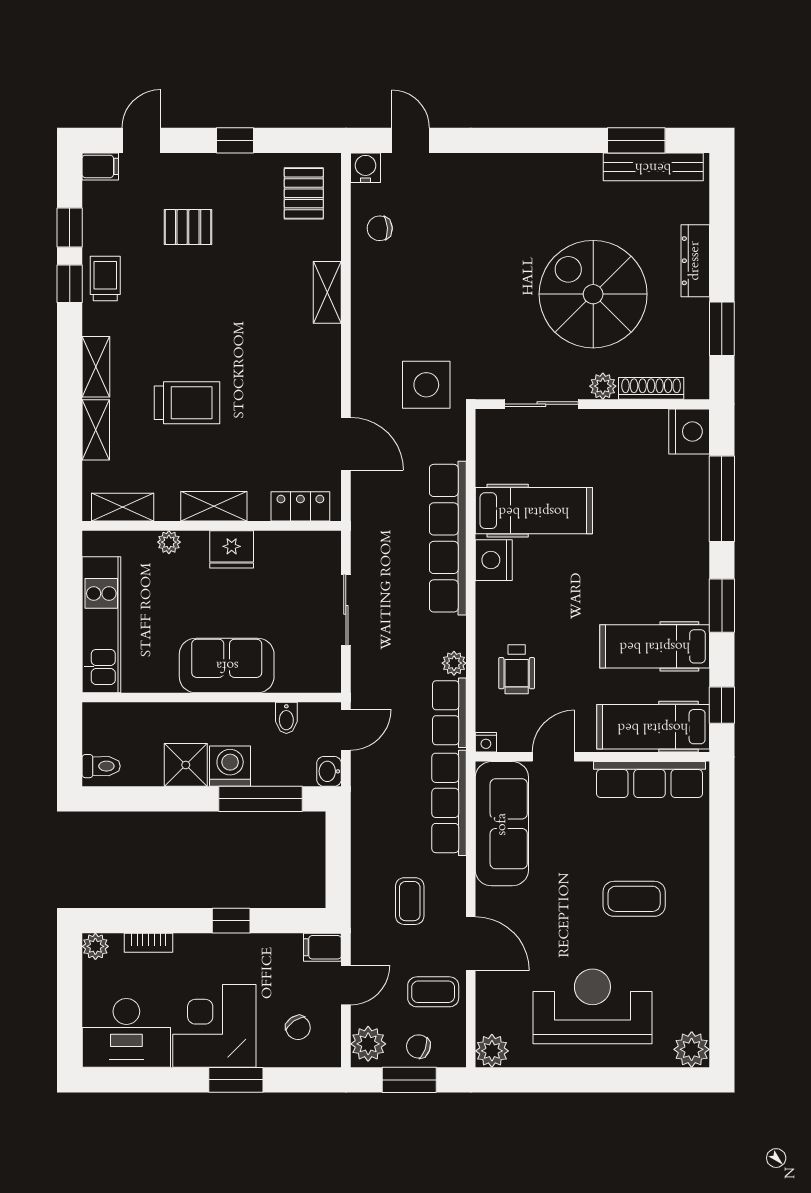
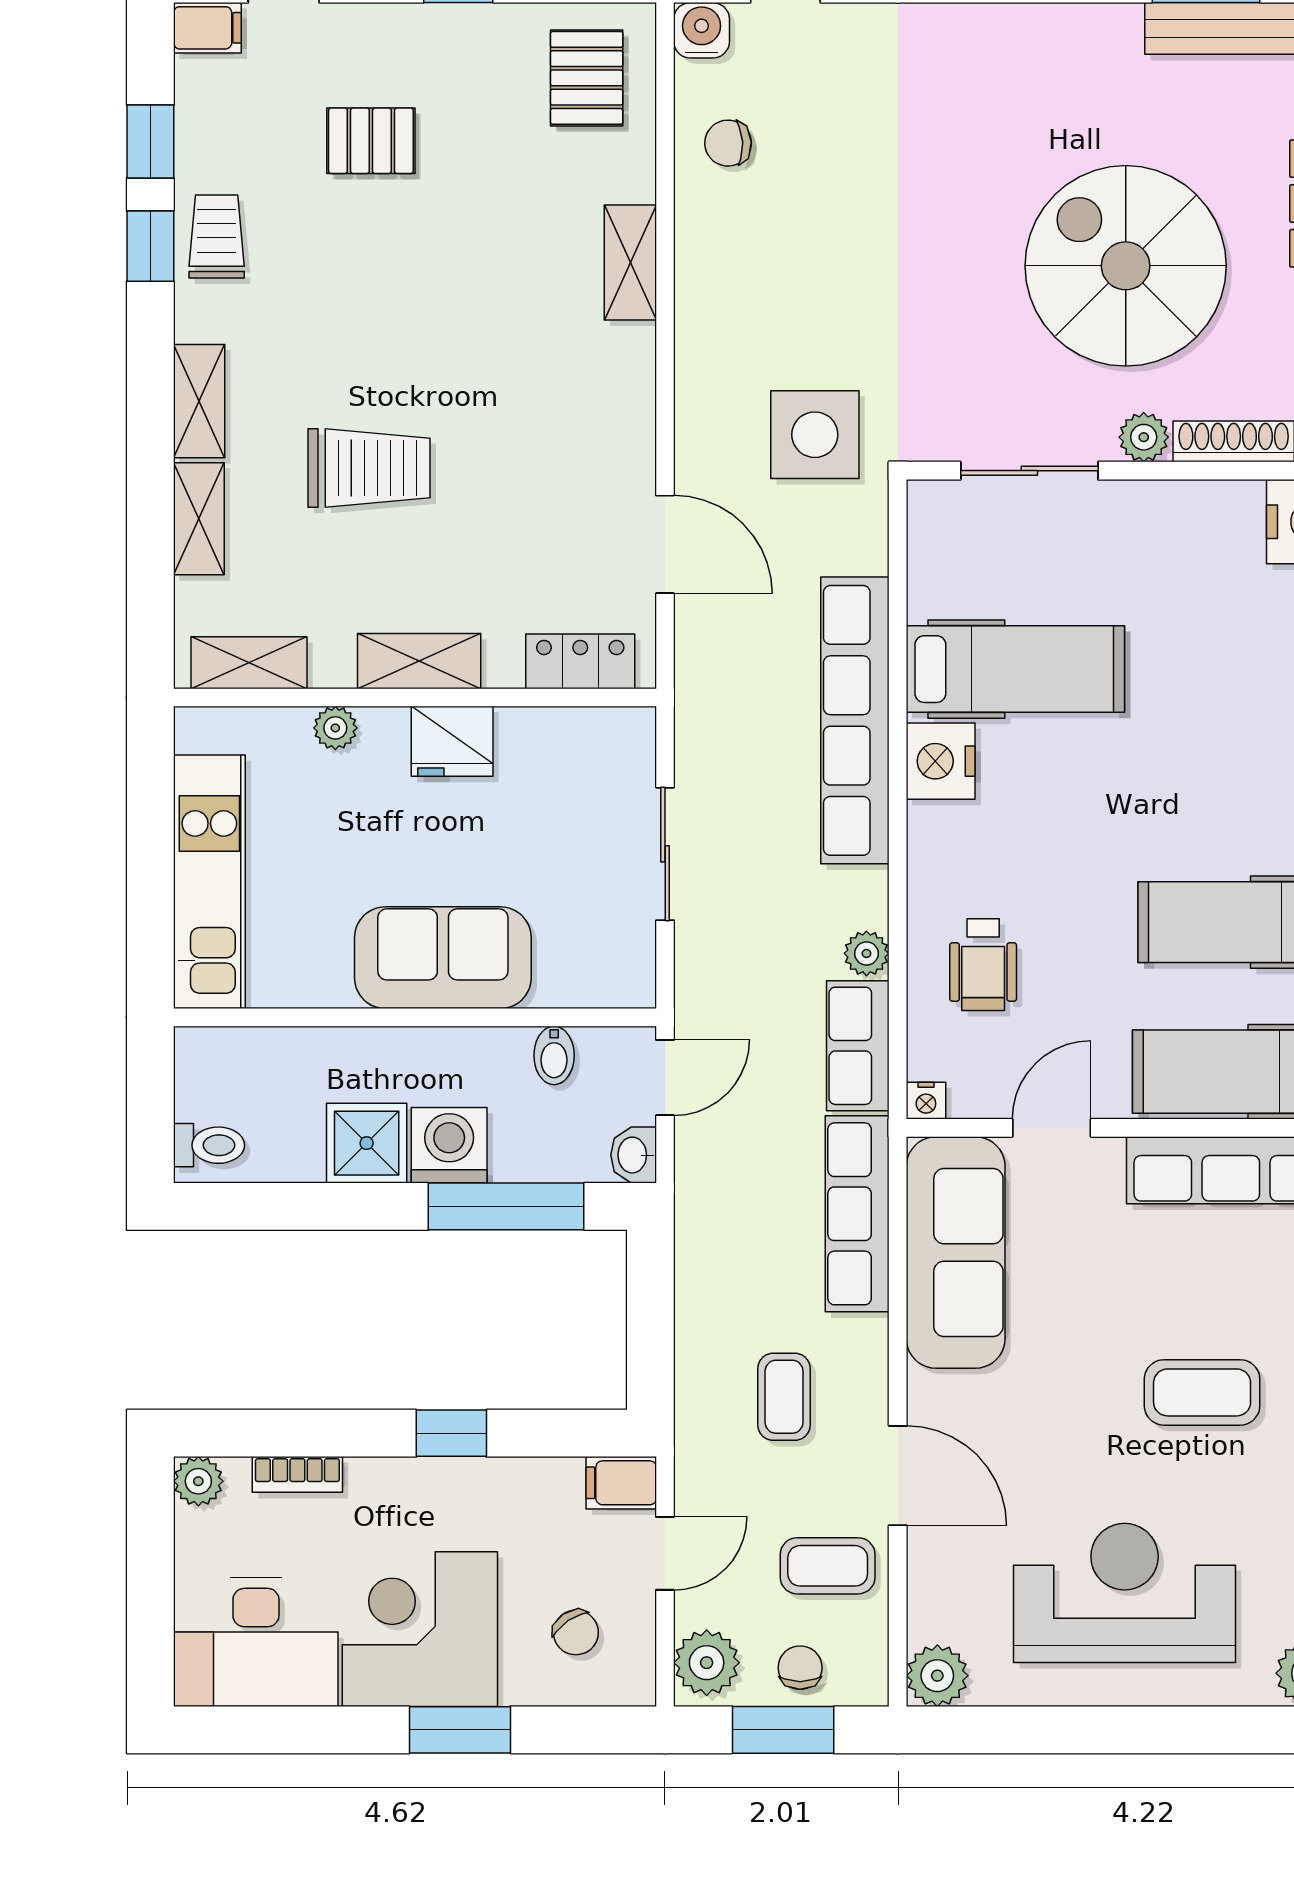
chair: (418, 1046) -> (800, 1668), turned 70

